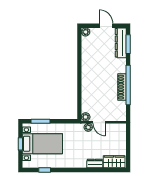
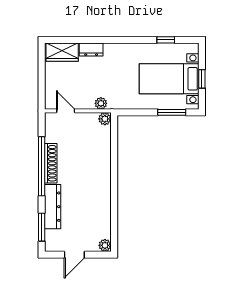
door: (106, 26) -> (74, 255), hinge flipped
dresser: (121, 43) -> (53, 207), moved
door: (99, 122) -> (66, 111), moved

